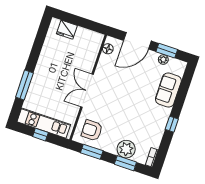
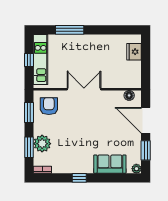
plant: (163, 59) -> (136, 169), moved

